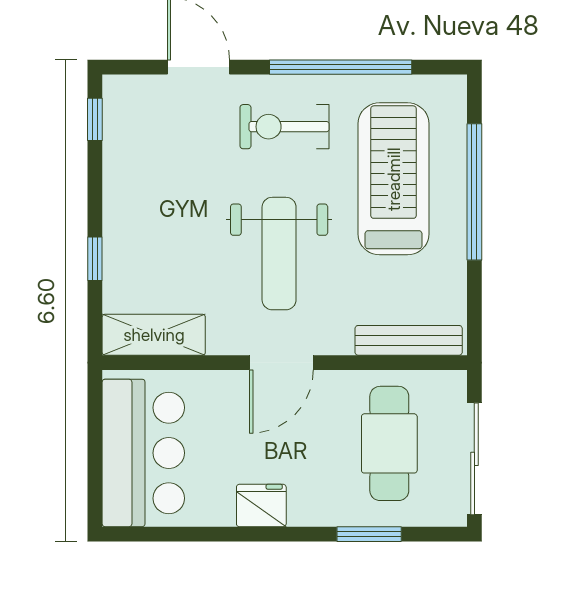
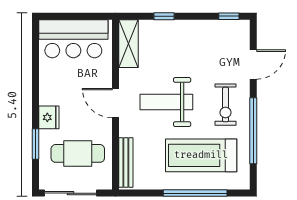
exercise bike: (285, 127) -> (225, 105), turned 180
treadmill: (394, 179) -> (201, 155), turned 180
fridge: (261, 506) -> (49, 117), moved

